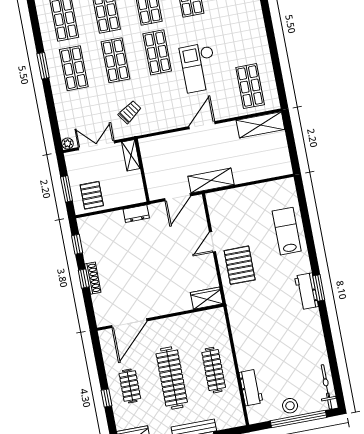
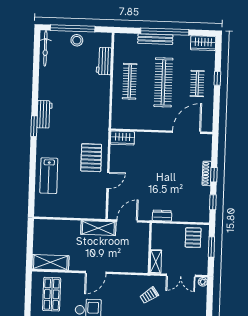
workbench: (306, 291) -> (44, 114), moved

